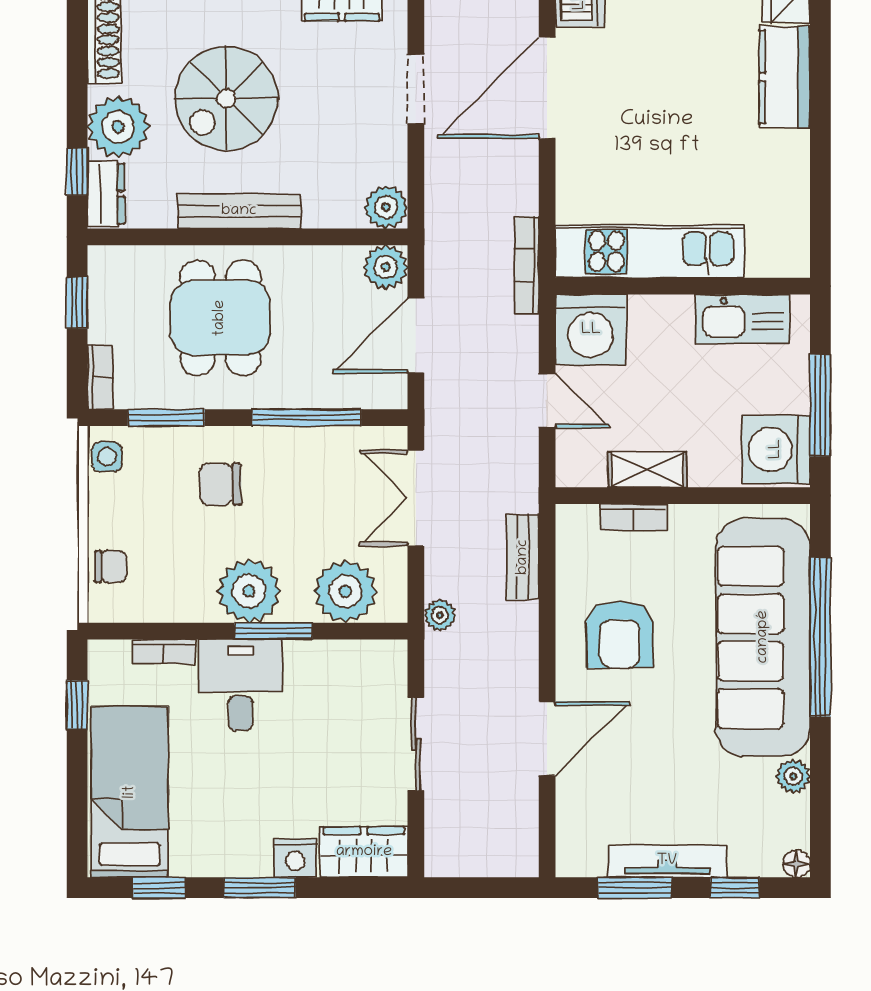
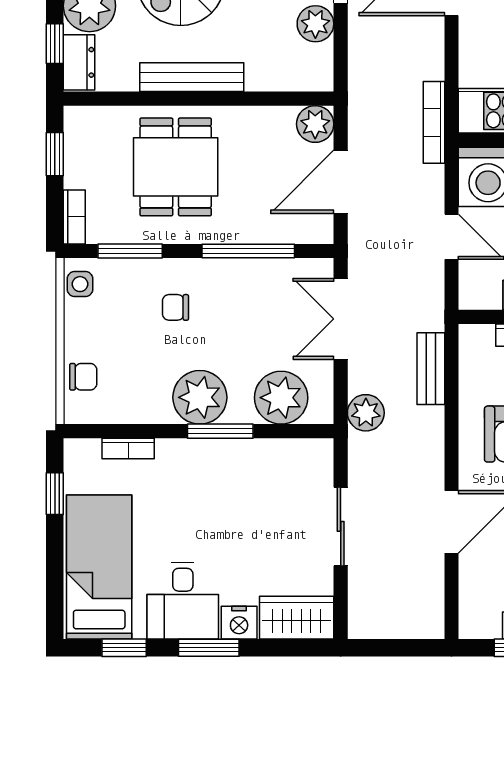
plant: (386, 207) -> (315, 24), moved
chair: (220, 484) -> (175, 307), width x0.73, depth x0.73
plant: (440, 615) -> (366, 413), width x1.38, depth x1.38
desk: (240, 685) -> (183, 601), moved, turned 180

